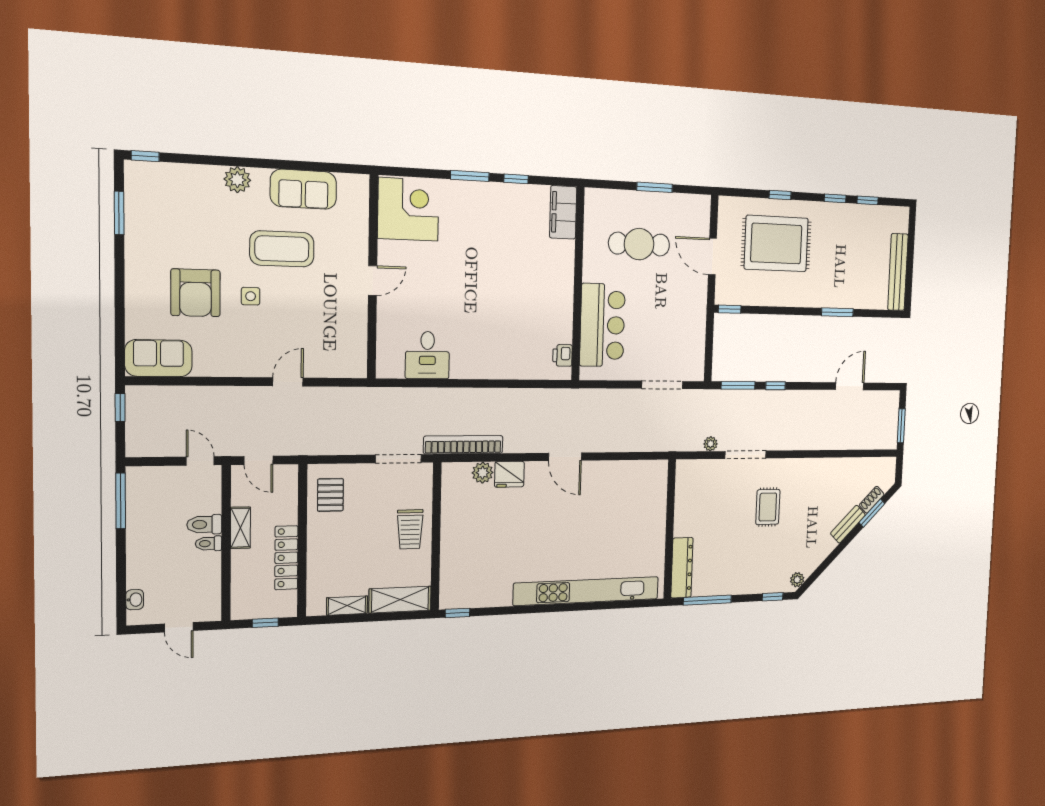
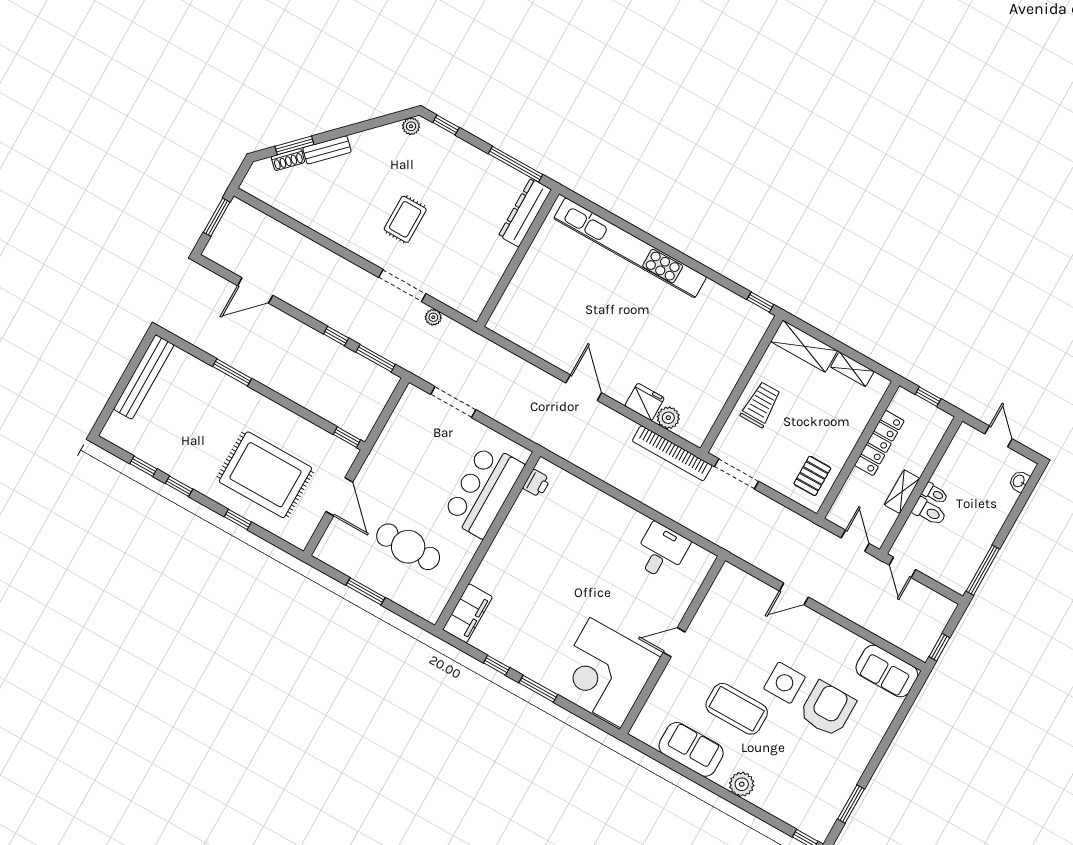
corner desk: (408, 209) -> (605, 673), width x1.36, depth x1.36
side table: (251, 296) -> (785, 683), width x1.87, depth x1.87

